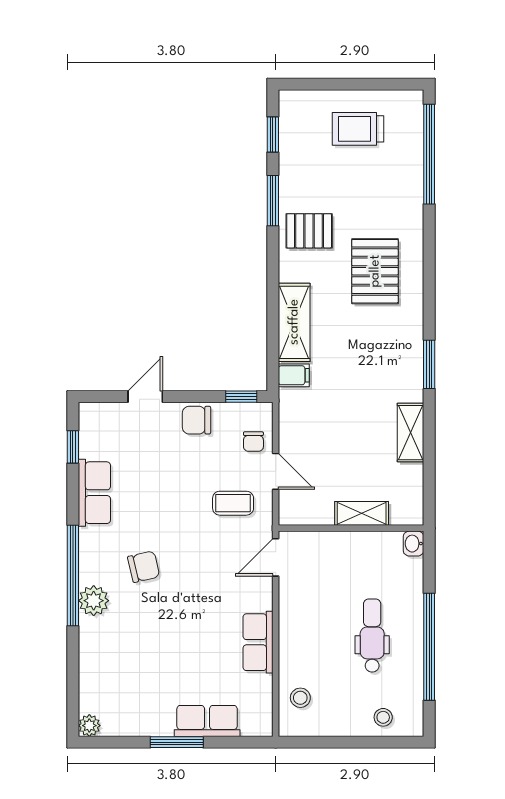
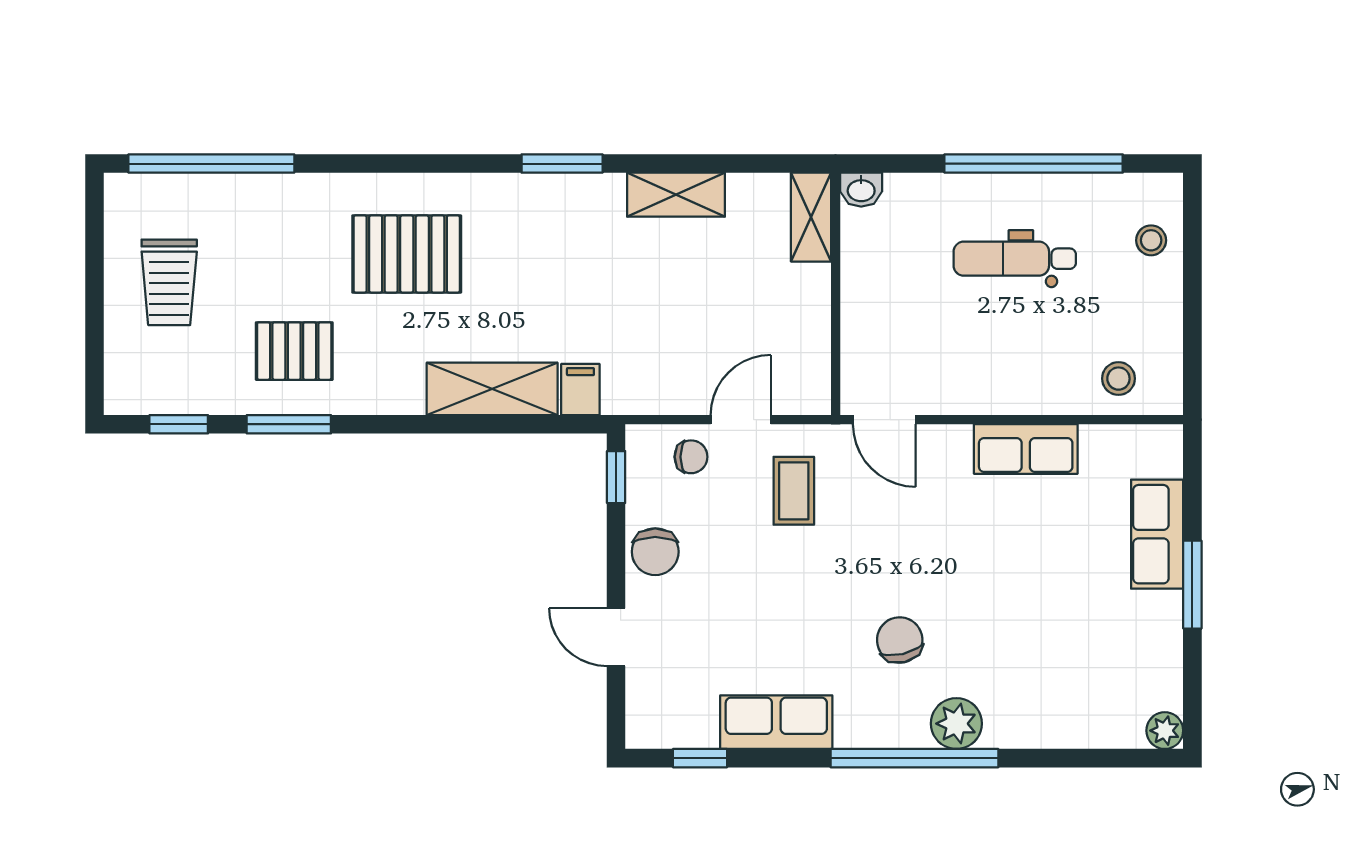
pallet: (309, 231) -> (294, 351), moved, turned 90
shelving: (362, 513) -> (811, 217), moved

